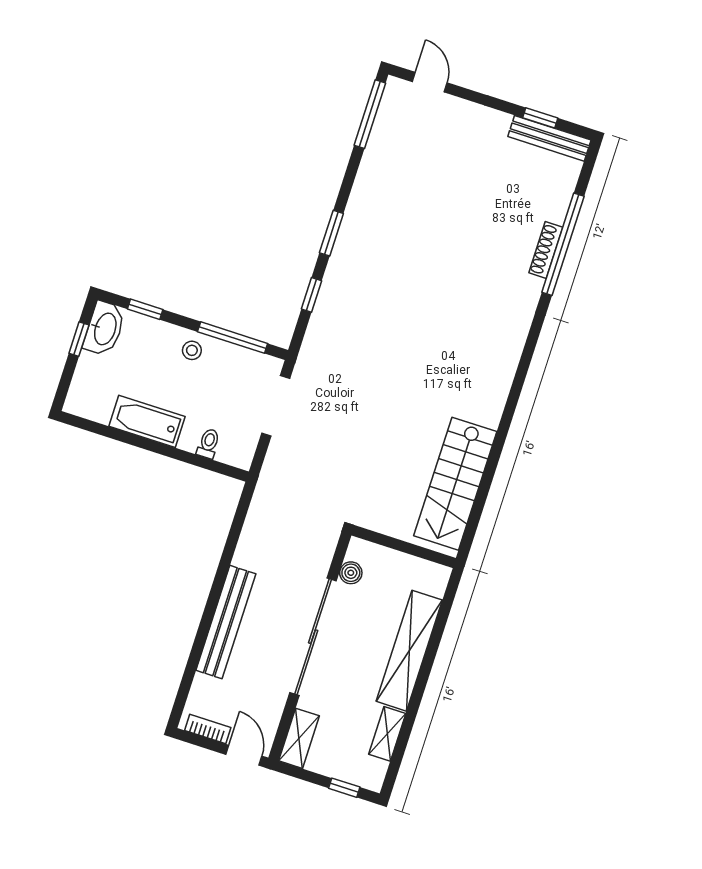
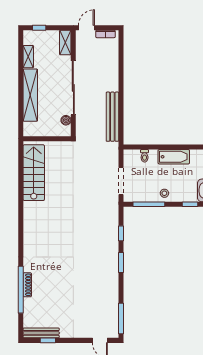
bench: (226, 622) -> (112, 117), moved
door: (244, 755) -> (86, 28), swing flipped

